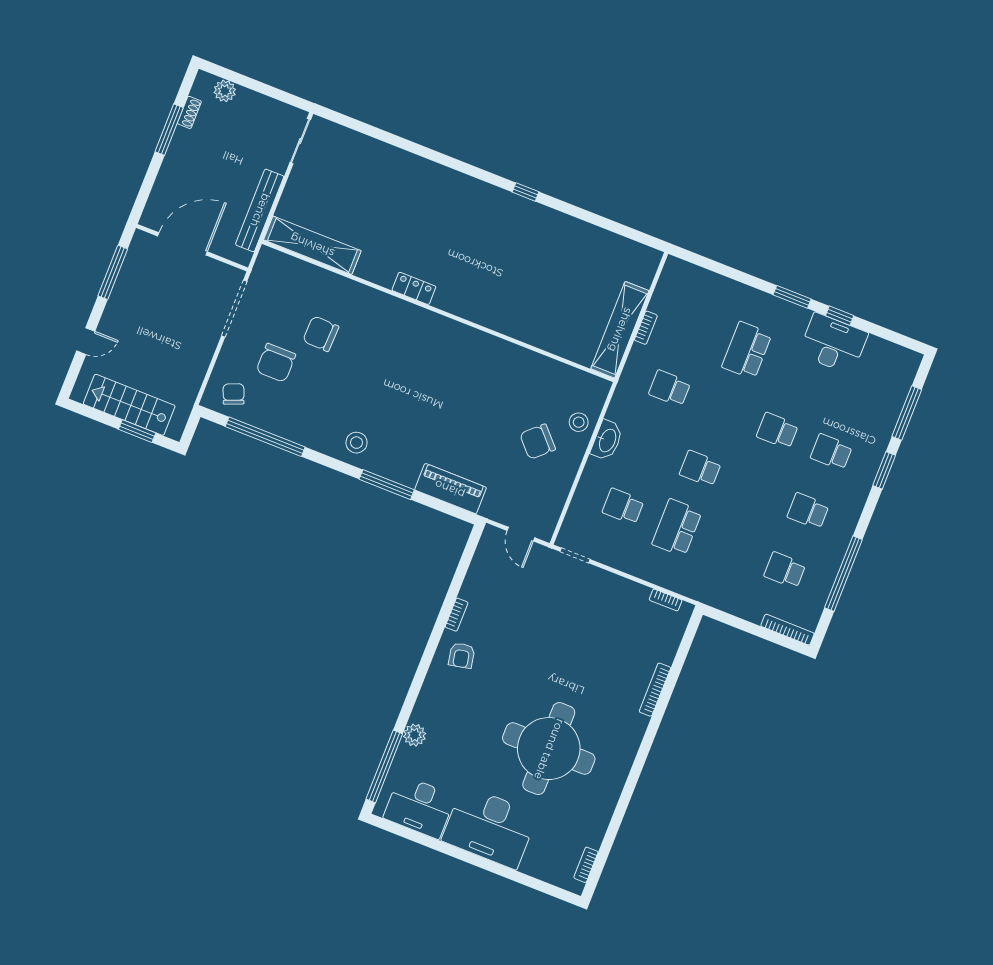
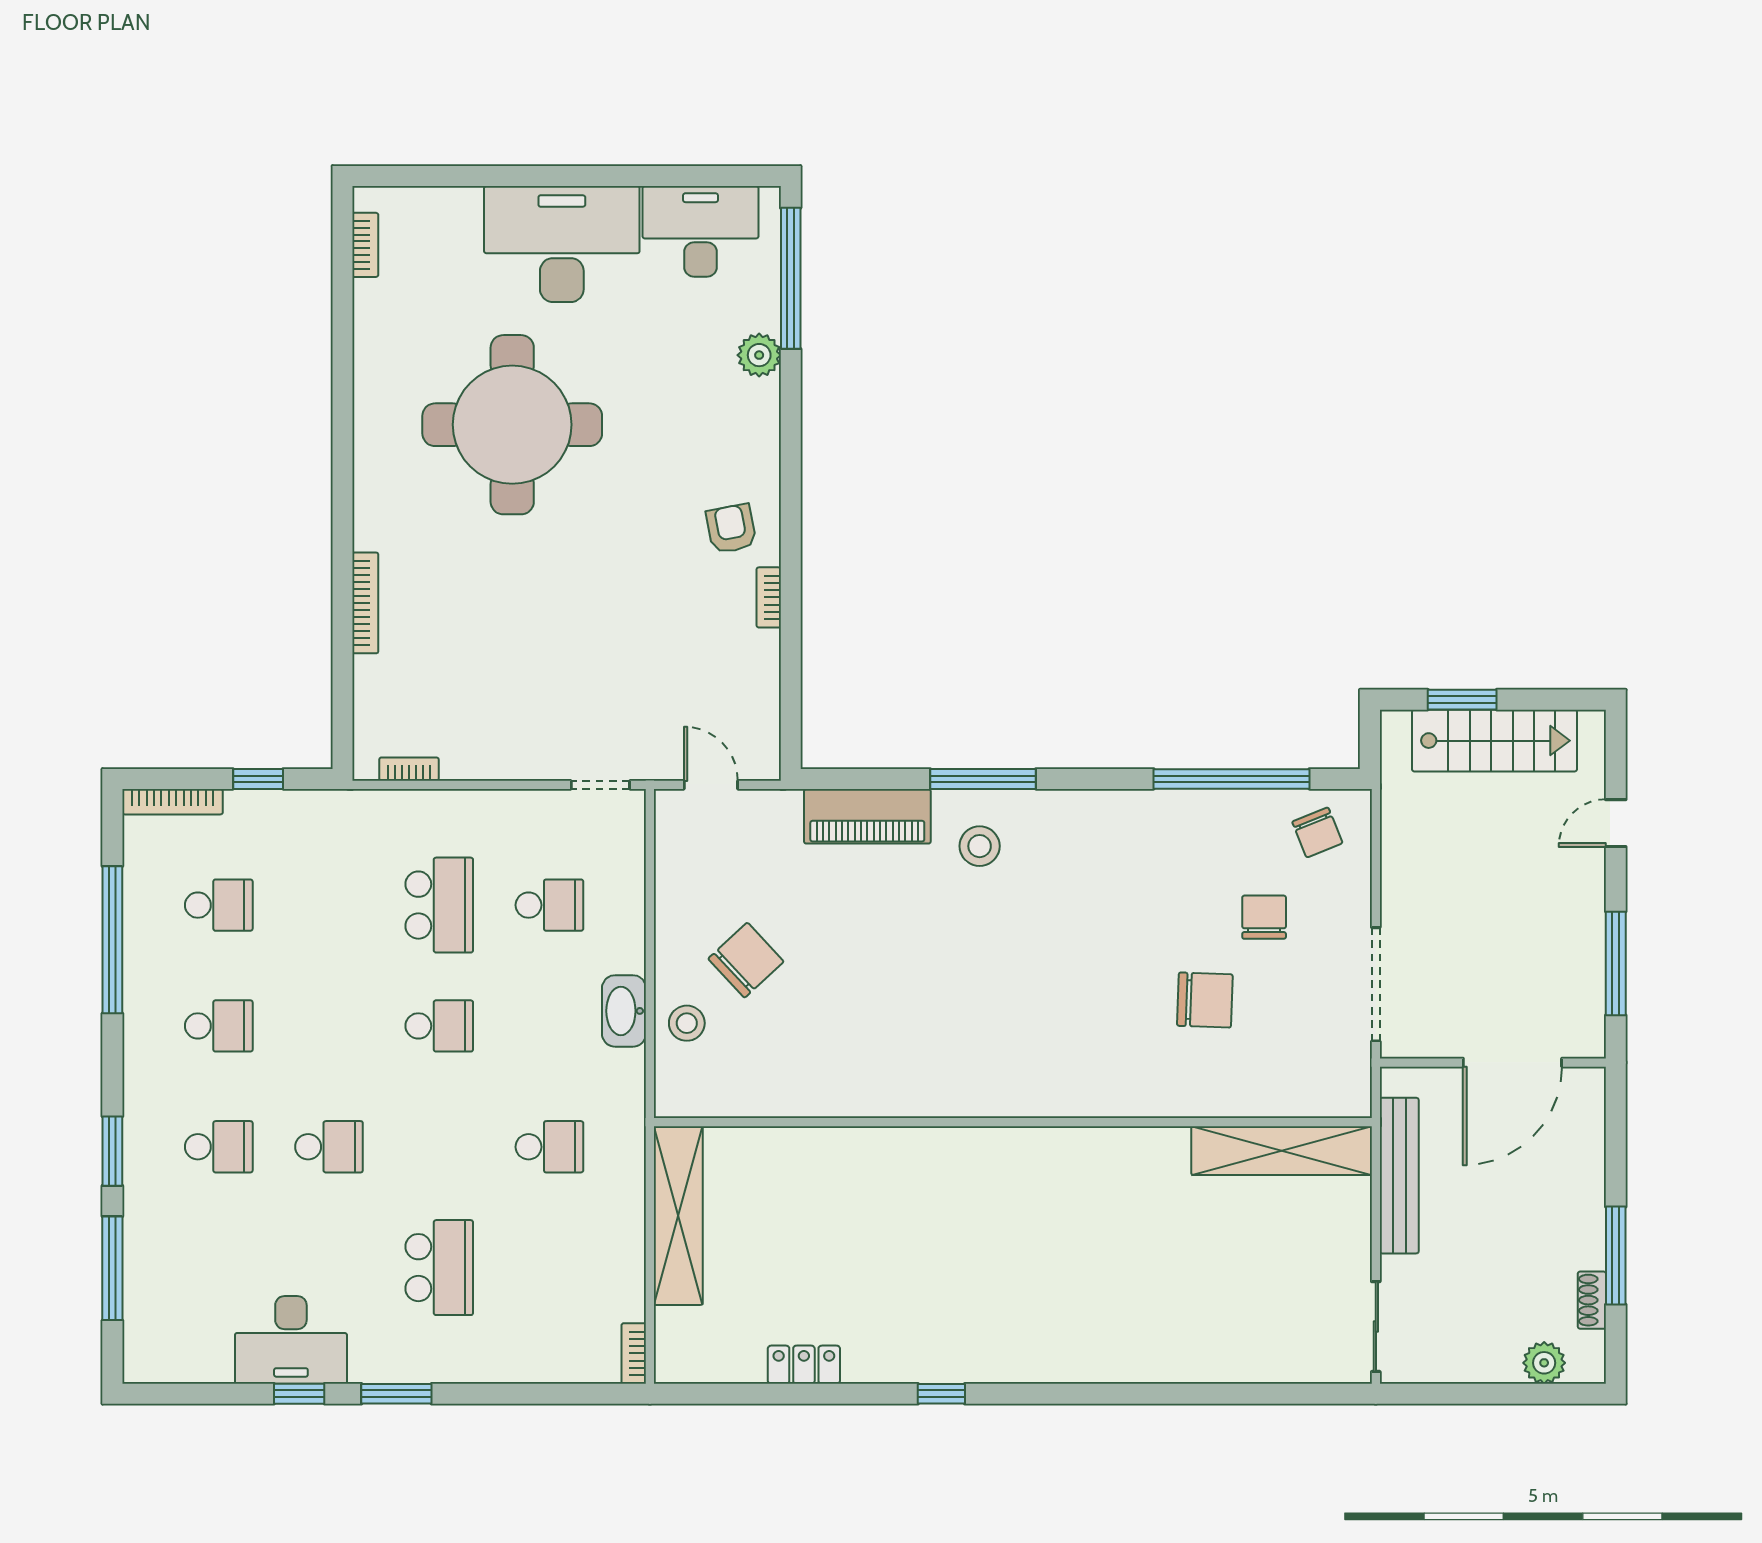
locker: (414, 288) -> (804, 1365), moved, turned 180
bookcase: (646, 328) -> (634, 1353), moved
chair: (276, 363) -> (1264, 917), width x0.73, depth x0.73
stool: (357, 443) -> (980, 846), moved
window: (741, 624) -> (258, 779), added

